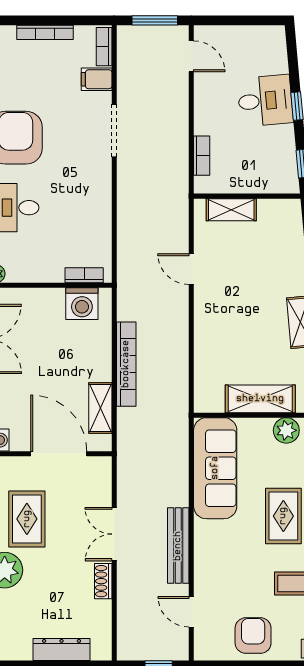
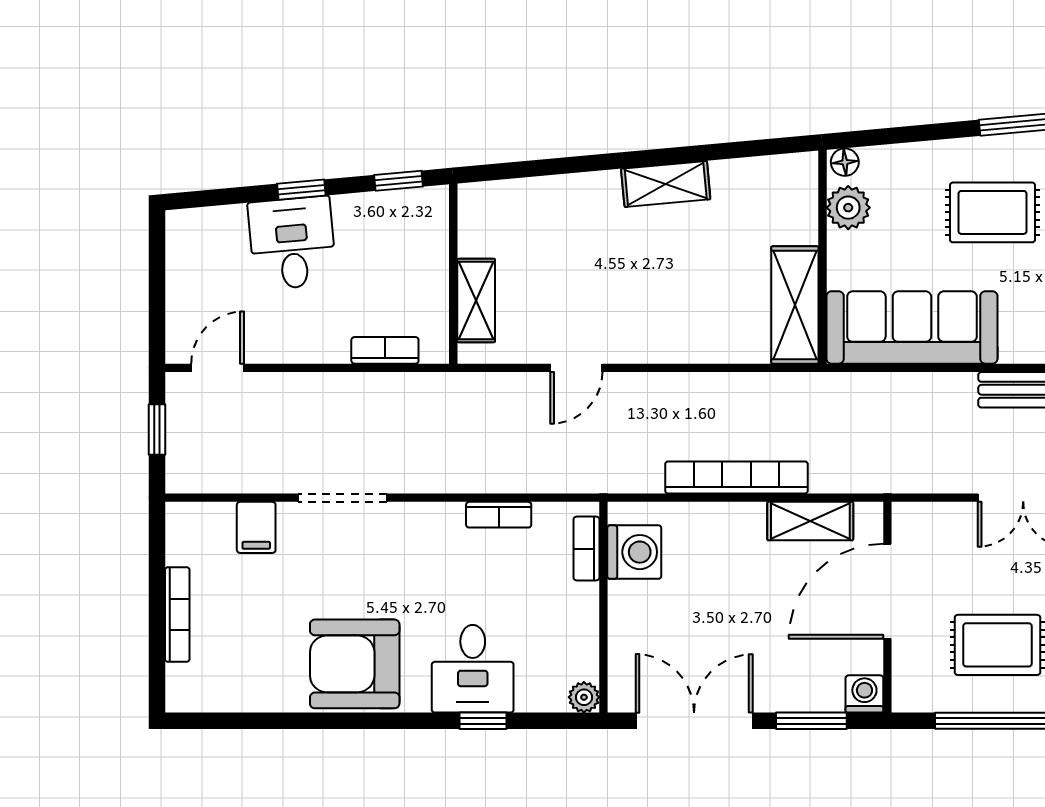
window: (155, 20) -> (157, 430), width x0.67
bookcase: (104, 47) -> (499, 515), moved
shelving: (260, 399) -> (795, 305), moved

